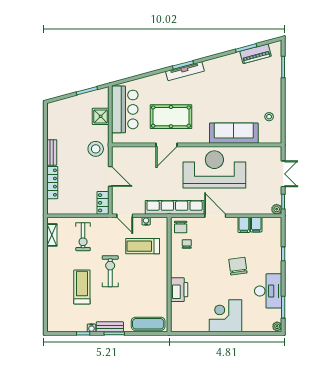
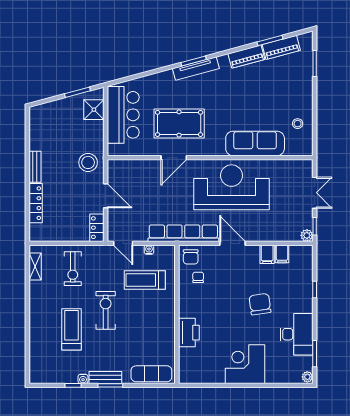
piano: (227, 61) -> (246, 57), added
shower: (101, 116) -> (94, 110), moved

